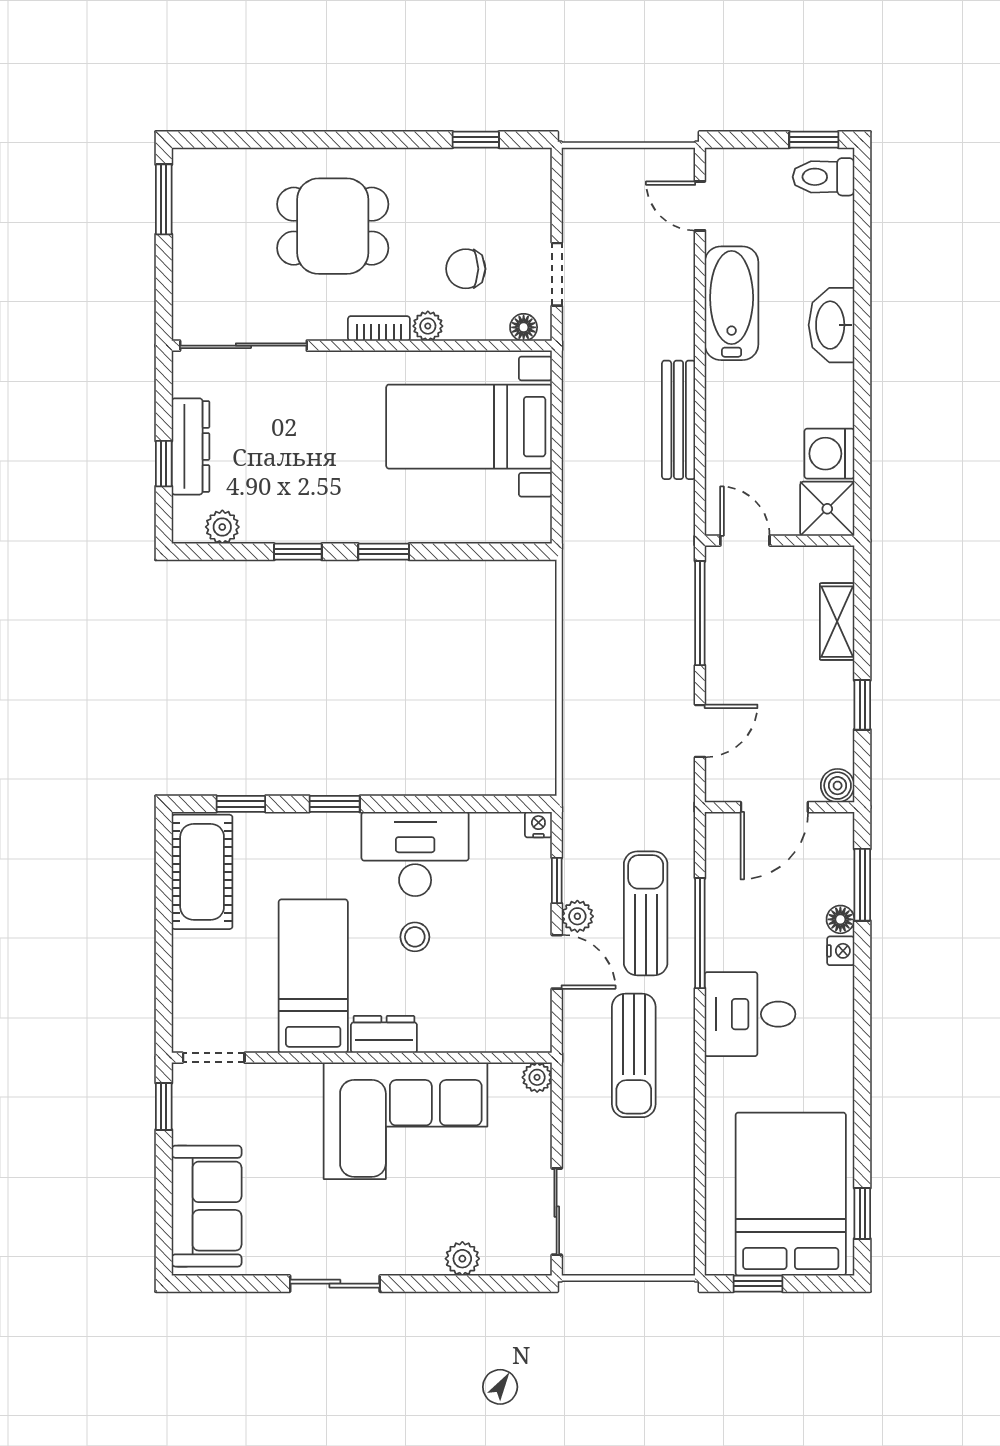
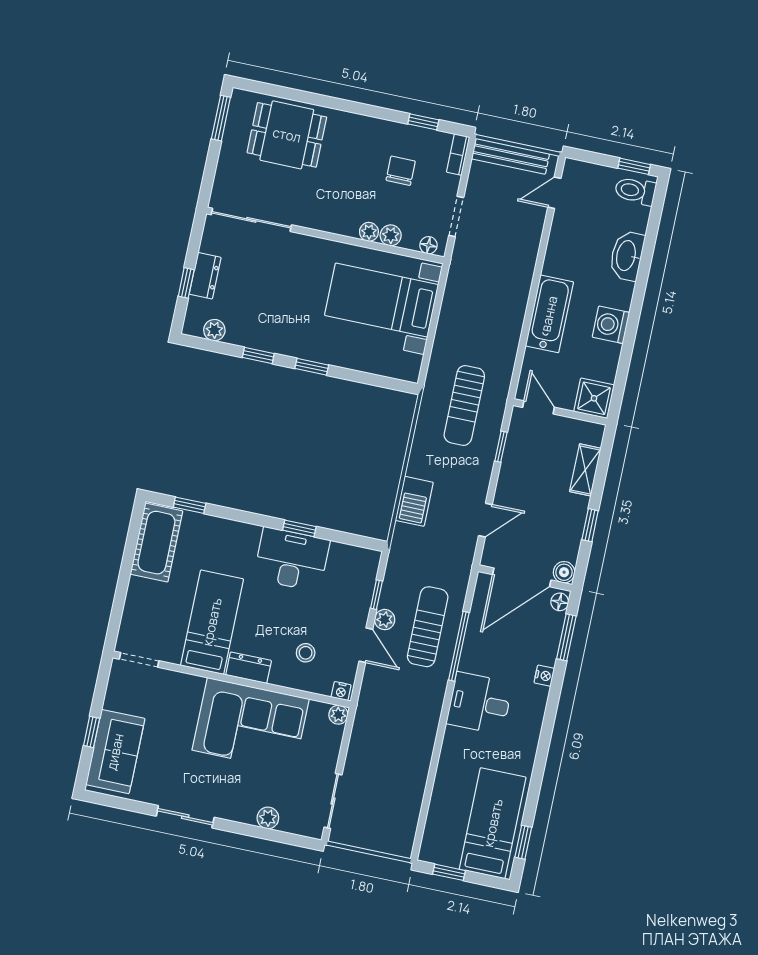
door: (700, 206) -> (554, 193), hinge flipped
dining table: (333, 226) -> (287, 135), moved
chair: (466, 269) -> (401, 171), moved, turned 90
bathtub: (732, 303) -> (549, 314), moved
plant: (462, 324) -> (391, 235), added
washbasin: (832, 325) -> (627, 256), moved
bookcase: (379, 329) -> (458, 155), moved, turned -90
bench: (679, 420) -> (511, 156), moved, turned 90
dresser: (190, 446) -> (205, 276), width x0.70
washing machine: (829, 454) -> (611, 325), moved
window: (700, 613) -> (501, 447), width x0.46
barbecue: (585, 725) -> (414, 501), added
window: (335, 804) -> (299, 528), moved
door: (774, 807) -> (522, 577), width x1.36
nightstand: (538, 825) -> (341, 691), moved, turned 180
floor lamp: (840, 919) -> (560, 602), moved
stool: (415, 937) -> (306, 653), moved
sun lounger: (634, 1055) -> (464, 405), moved
window: (164, 1106) -> (92, 732), moved
bed: (791, 1194) -> (493, 823), width x0.67

